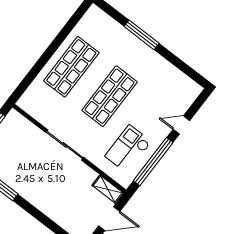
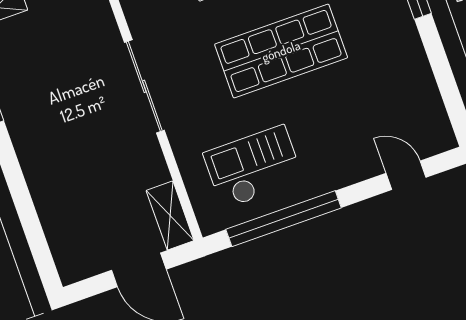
door: (181, 125) -> (406, 175), moved

